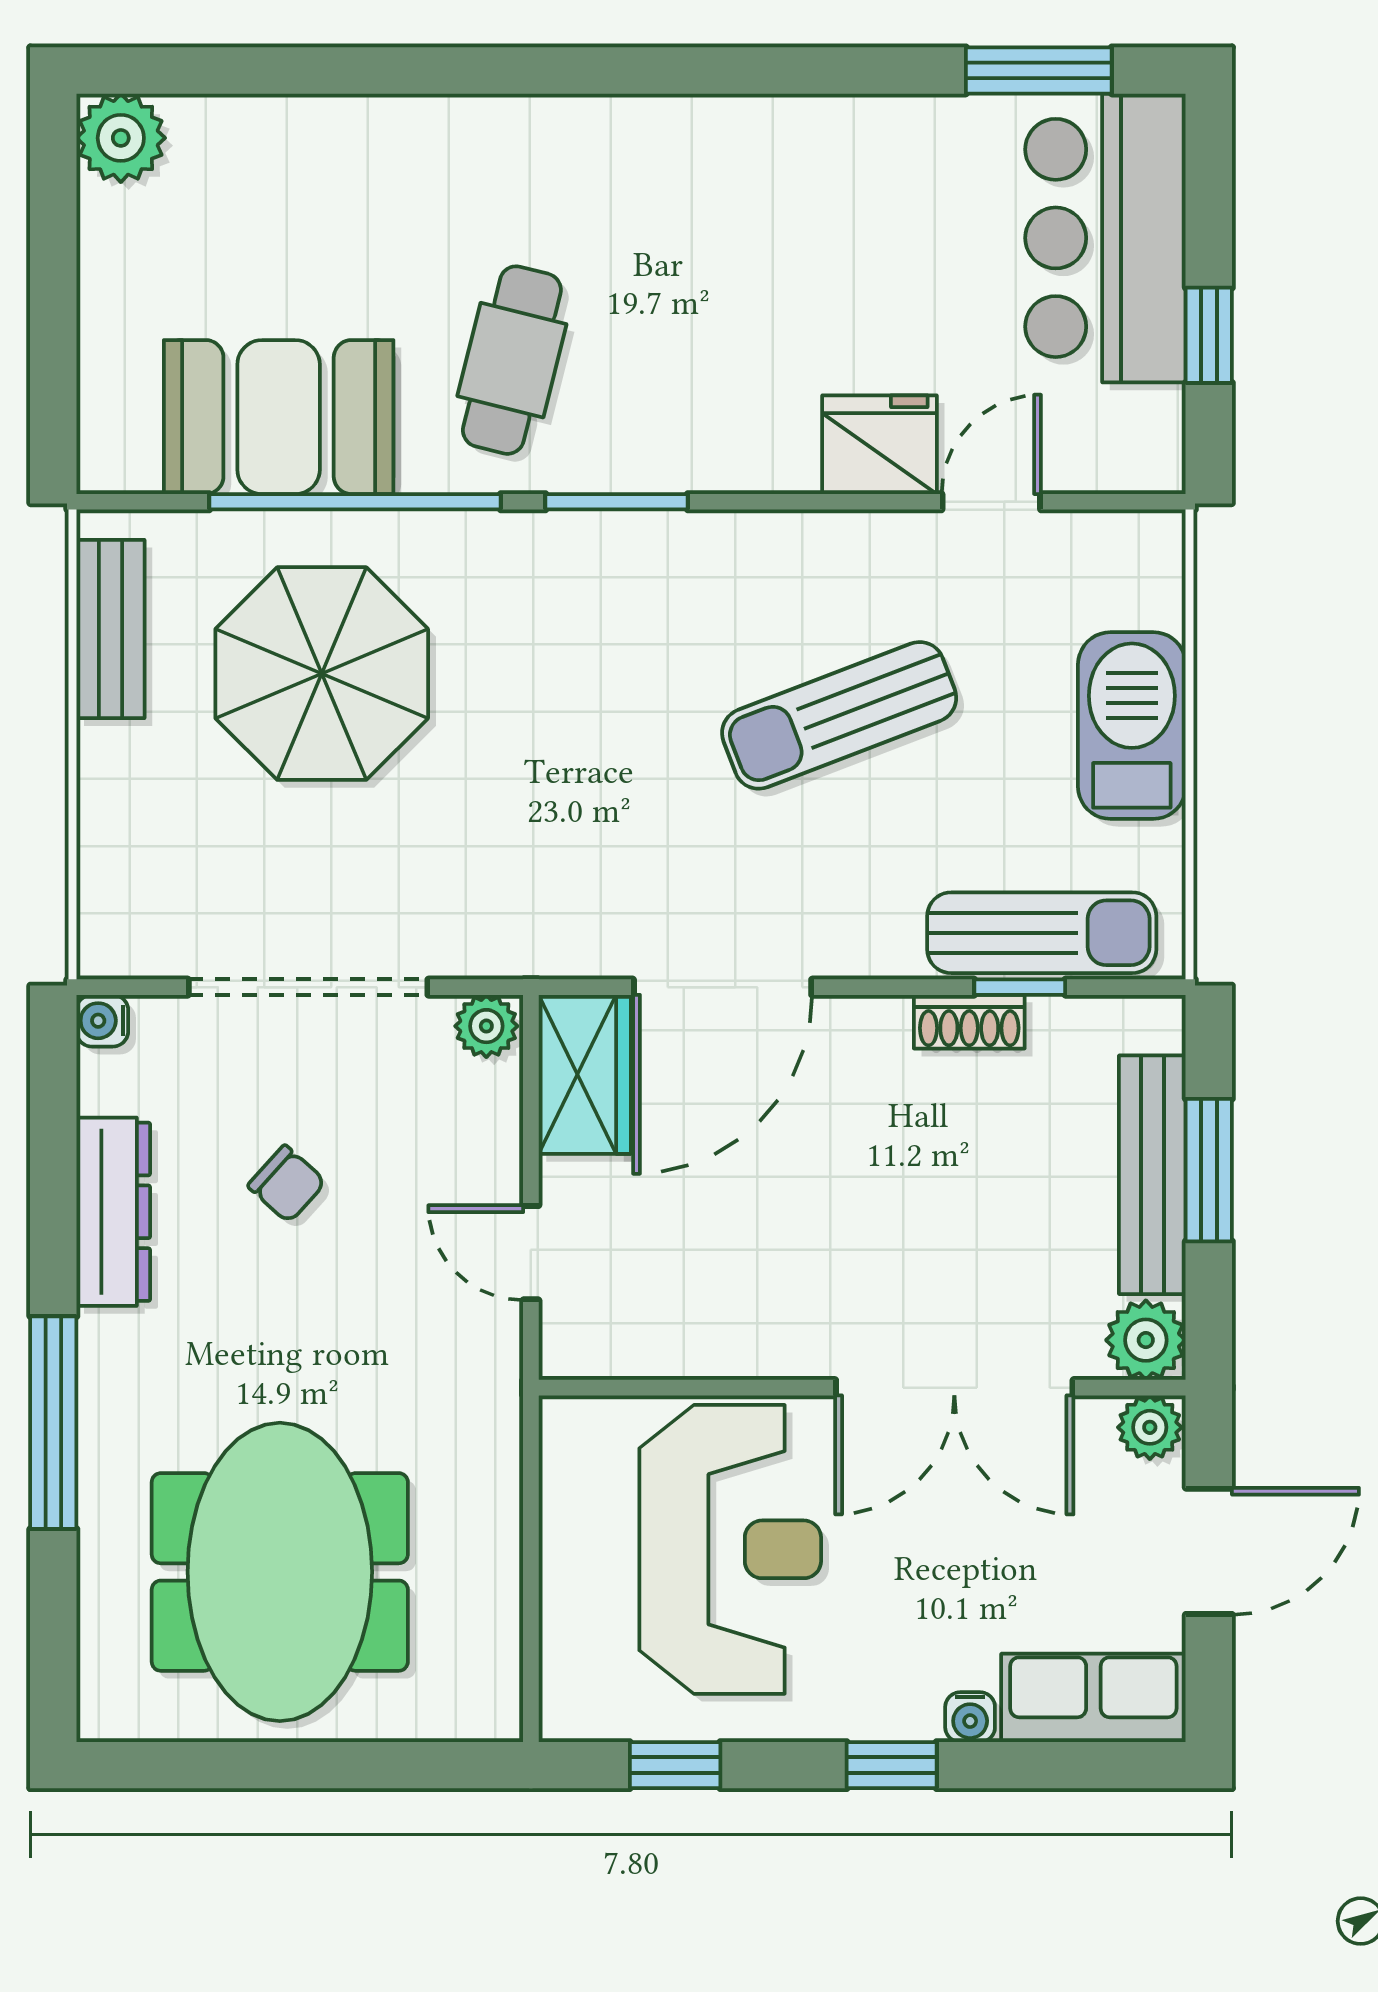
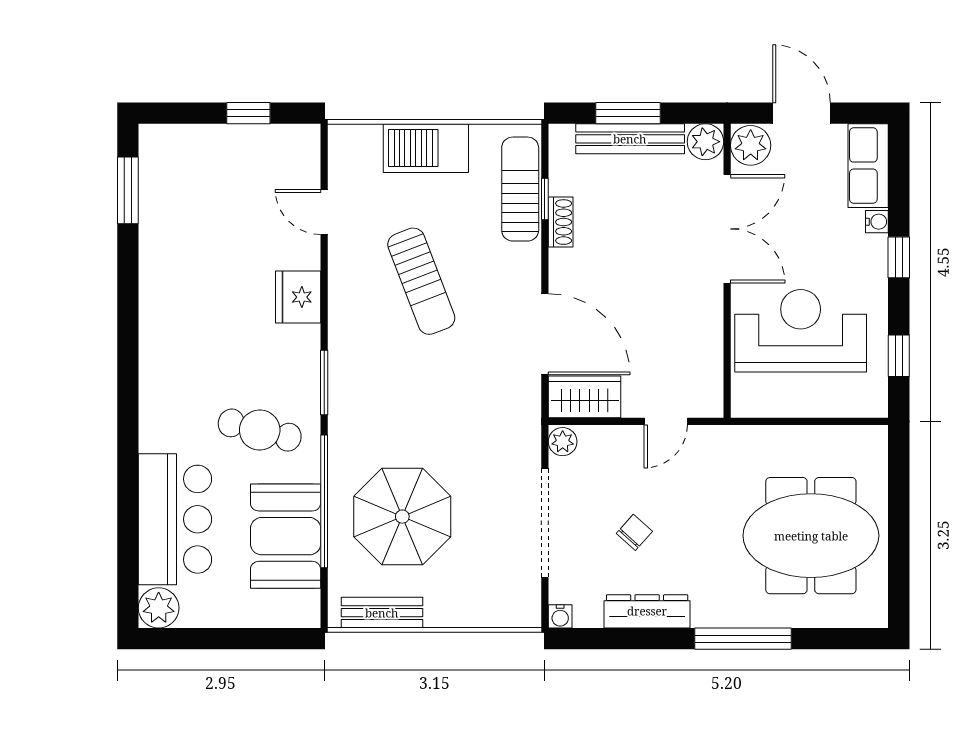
bar counter: (1105, 238) -> (175, 519), moved, turned -90
fridge: (879, 445) -> (298, 297), moved
plant: (1150, 1427) -> (751, 145), width x1.38, depth x1.38

